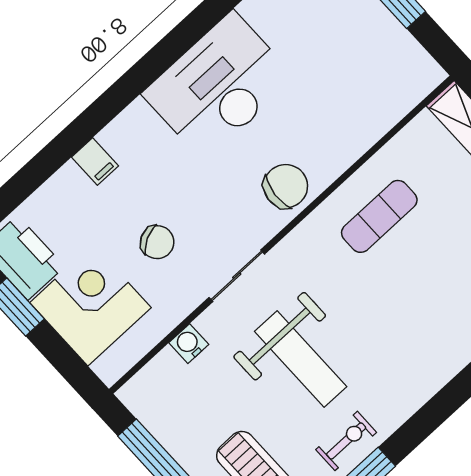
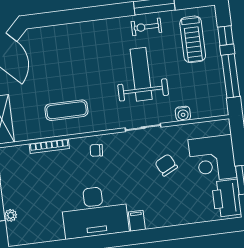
bookcase: (366, 139) -> (49, 146), added
filing cabinet: (95, 161) -> (137, 221), moved
chair: (286, 186) -> (96, 150), width x0.54, depth x0.54

